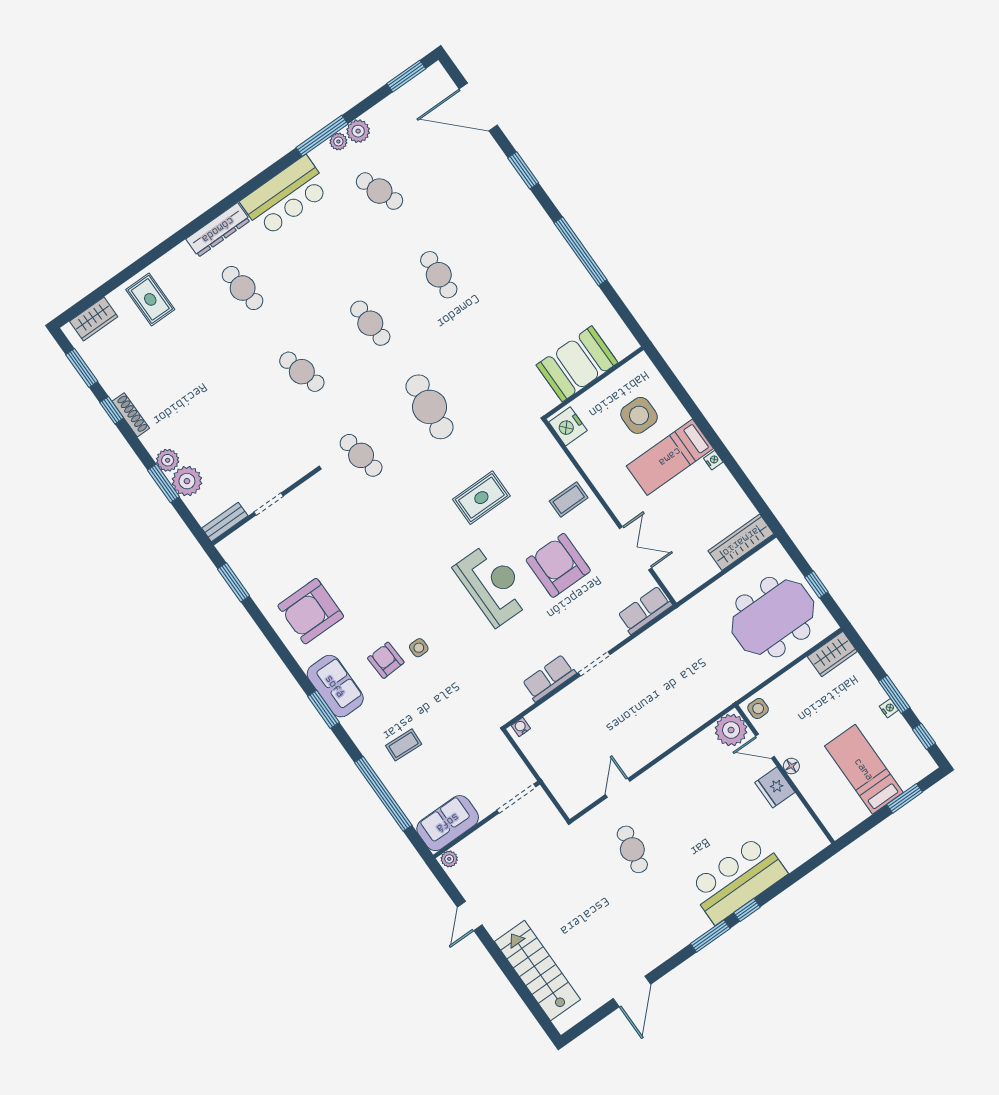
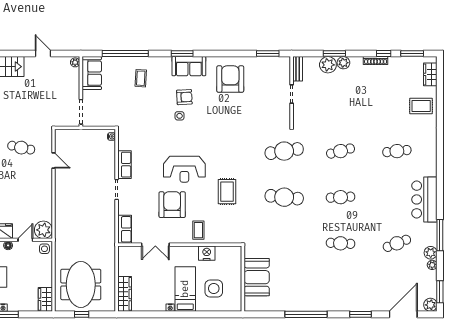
plant: (436, 77) -> (430, 305), added
plant: (338, 141) -> (432, 265), moved
dresser: (218, 230) -> (431, 159), removed
nightstand: (568, 426) -> (207, 253), moved
cafe table: (361, 455) -> (284, 151), width x1.37, depth x1.35
armchair: (558, 565) -> (172, 205), turned -90

